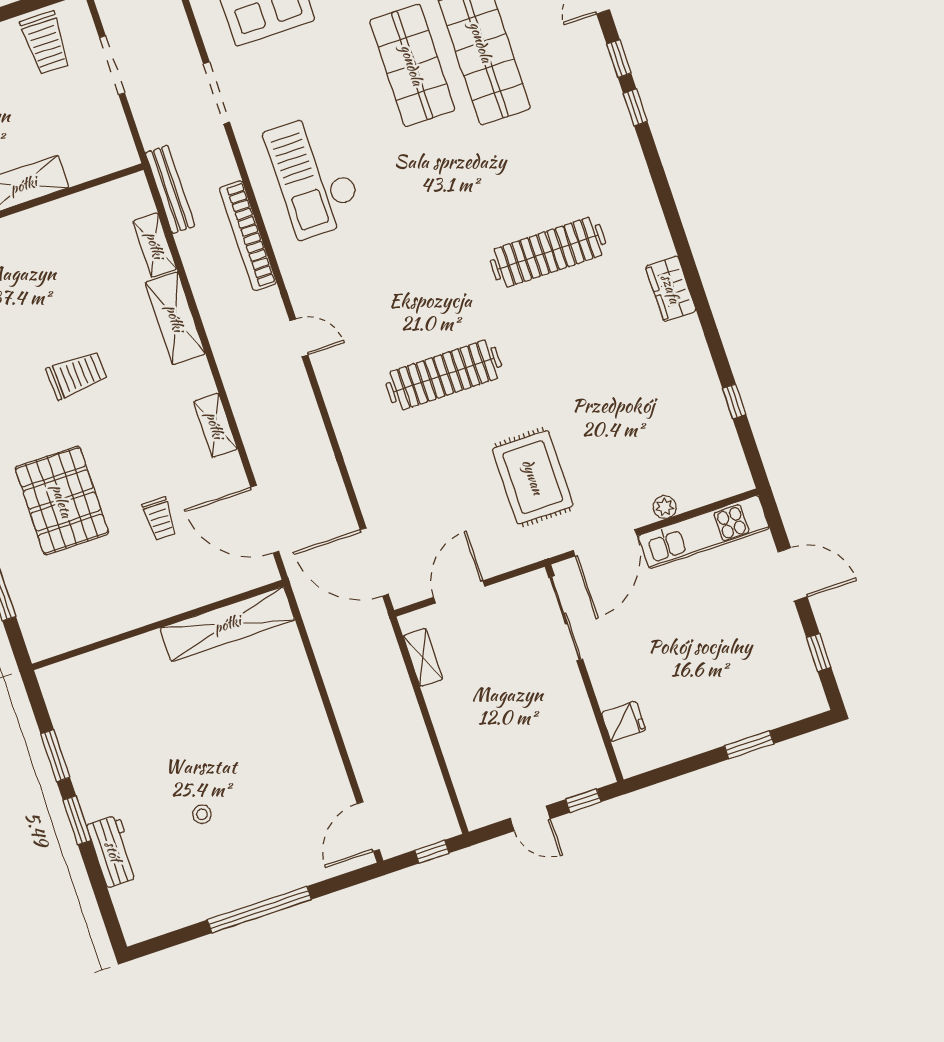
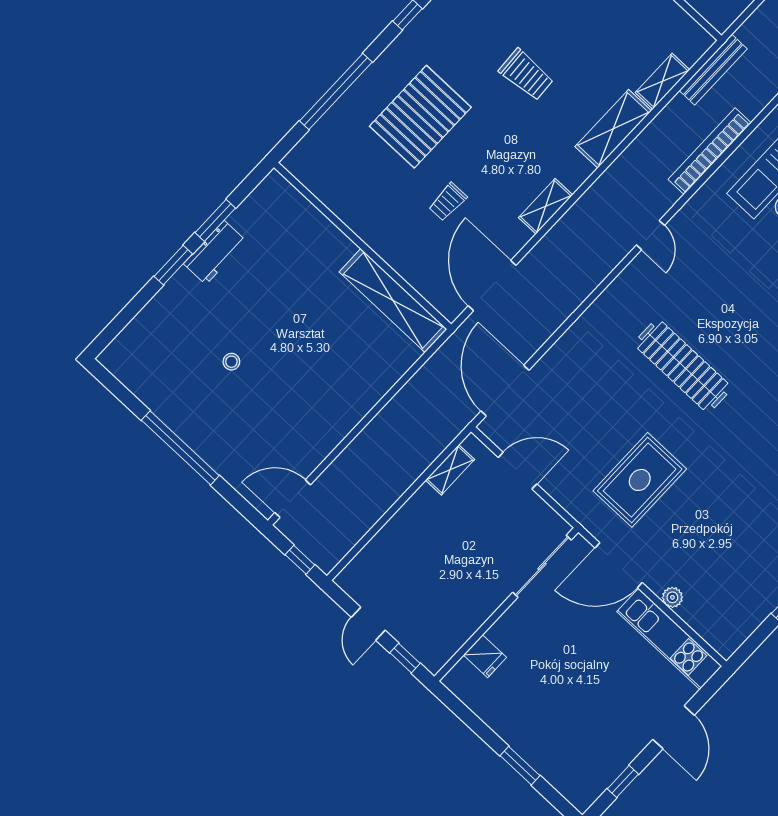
workbench: (113, 851) -> (215, 252), moved

